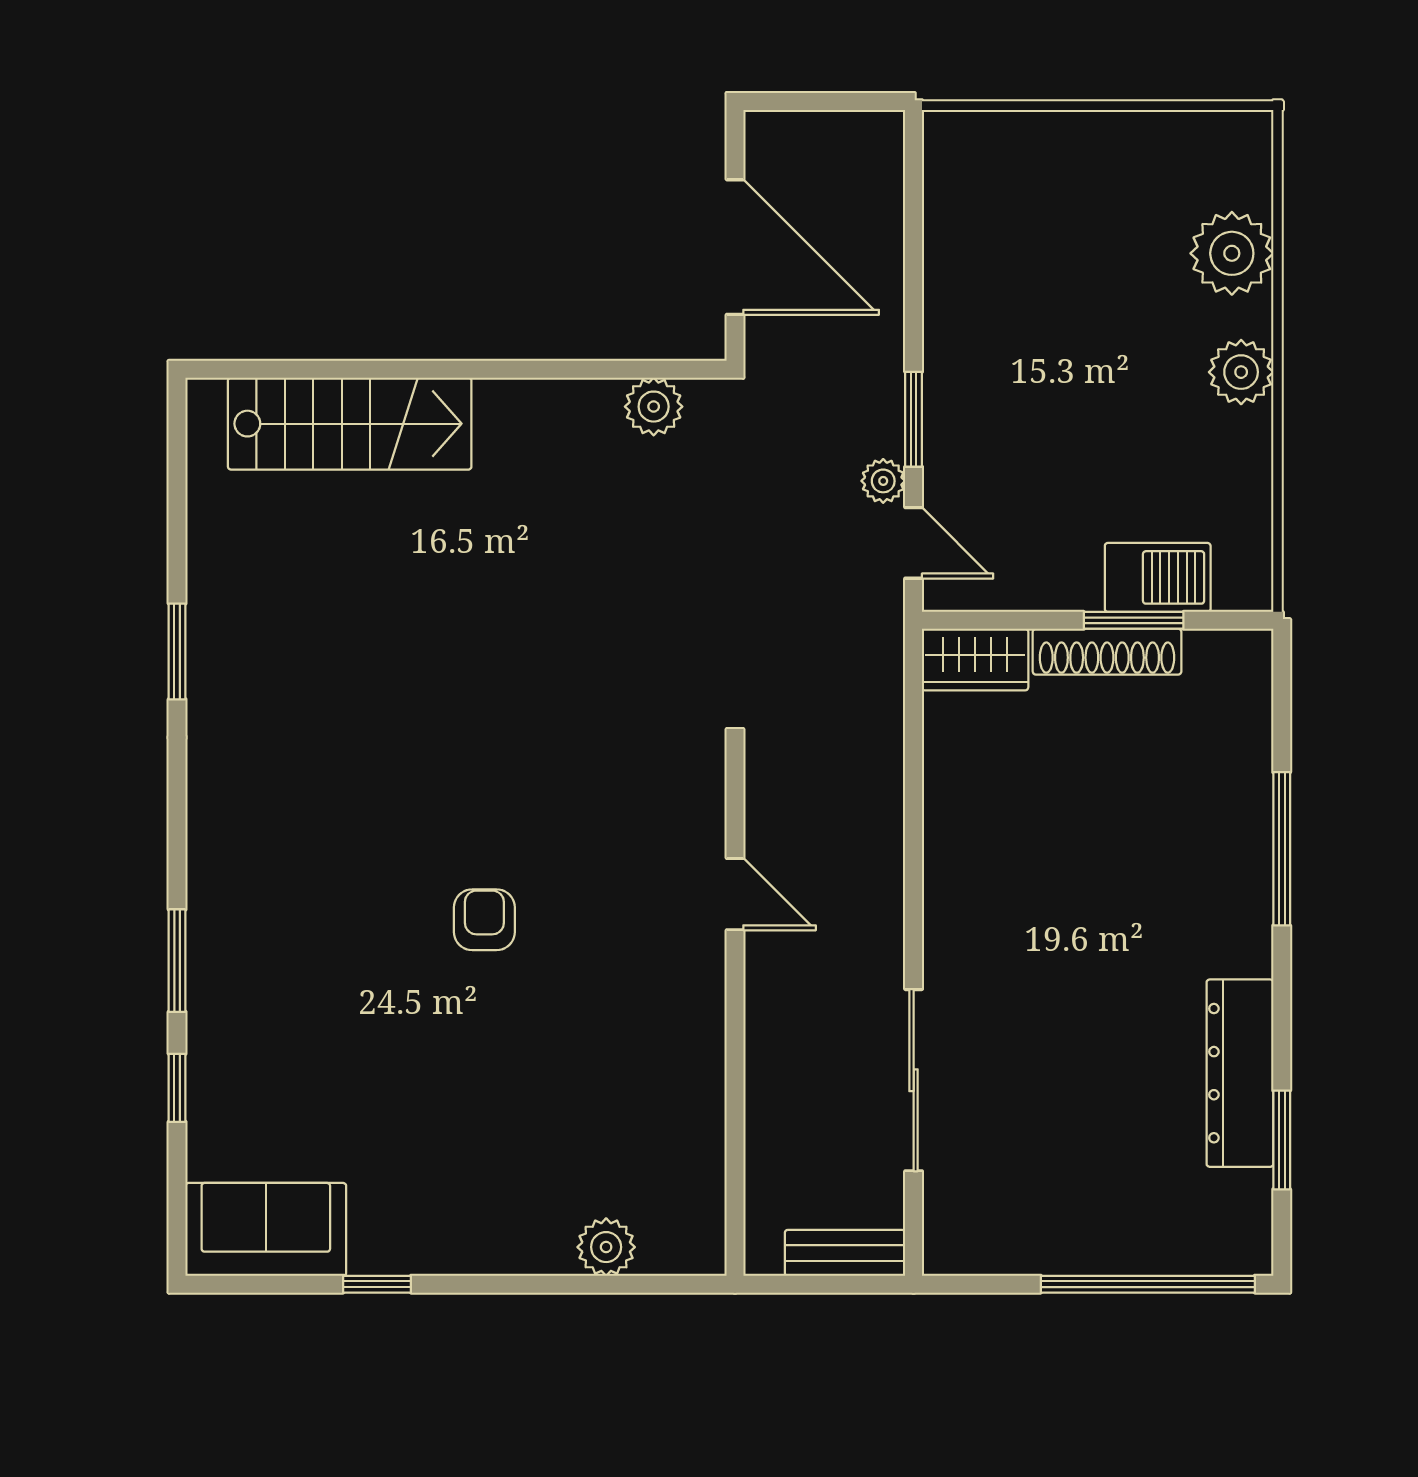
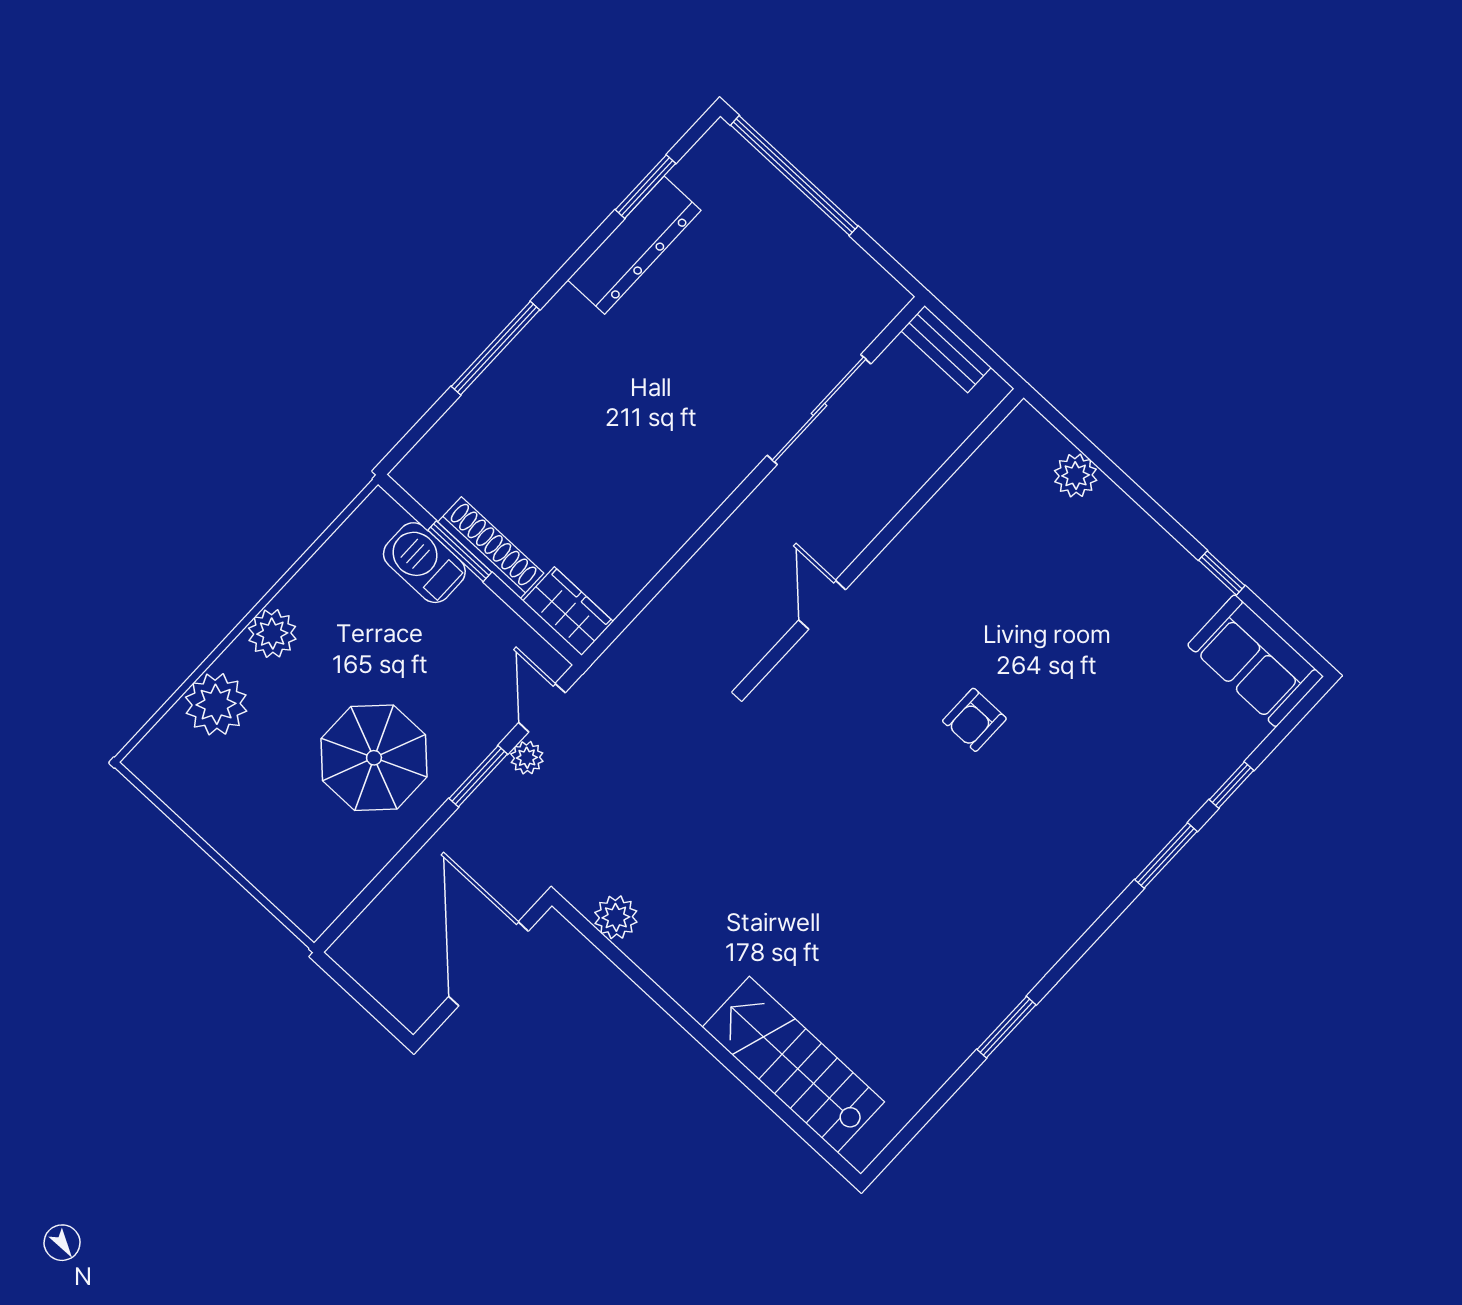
parasol: (1031, 343) -> (374, 758), added

